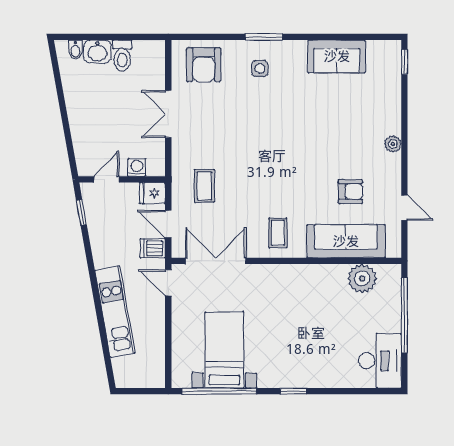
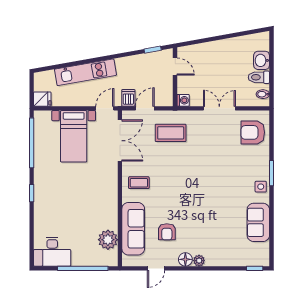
bidet: (75, 50) -> (263, 94), moved
side table: (260, 68) -> (261, 187), moved
floor lamp: (391, 164) -> (185, 259), added
washing machine: (137, 167) -> (183, 100), moved
coffee table: (204, 186) -> (171, 133), width x1.36, depth x1.30
fridge: (152, 193) -> (42, 99), moved, turned 90
bed with nightstands: (224, 350) -> (74, 136), moved, turned 90

